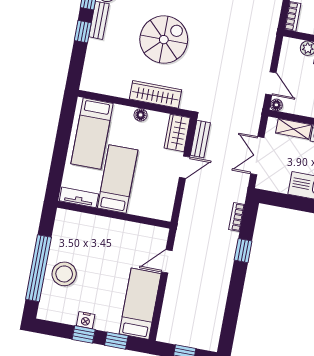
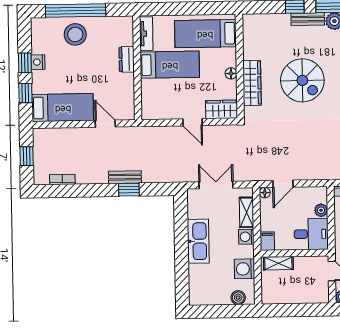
bench: (200, 139) -> (125, 177), moved
bookcase: (237, 217) -> (62, 179), moved
dresser: (102, 224) -> (127, 59), added

